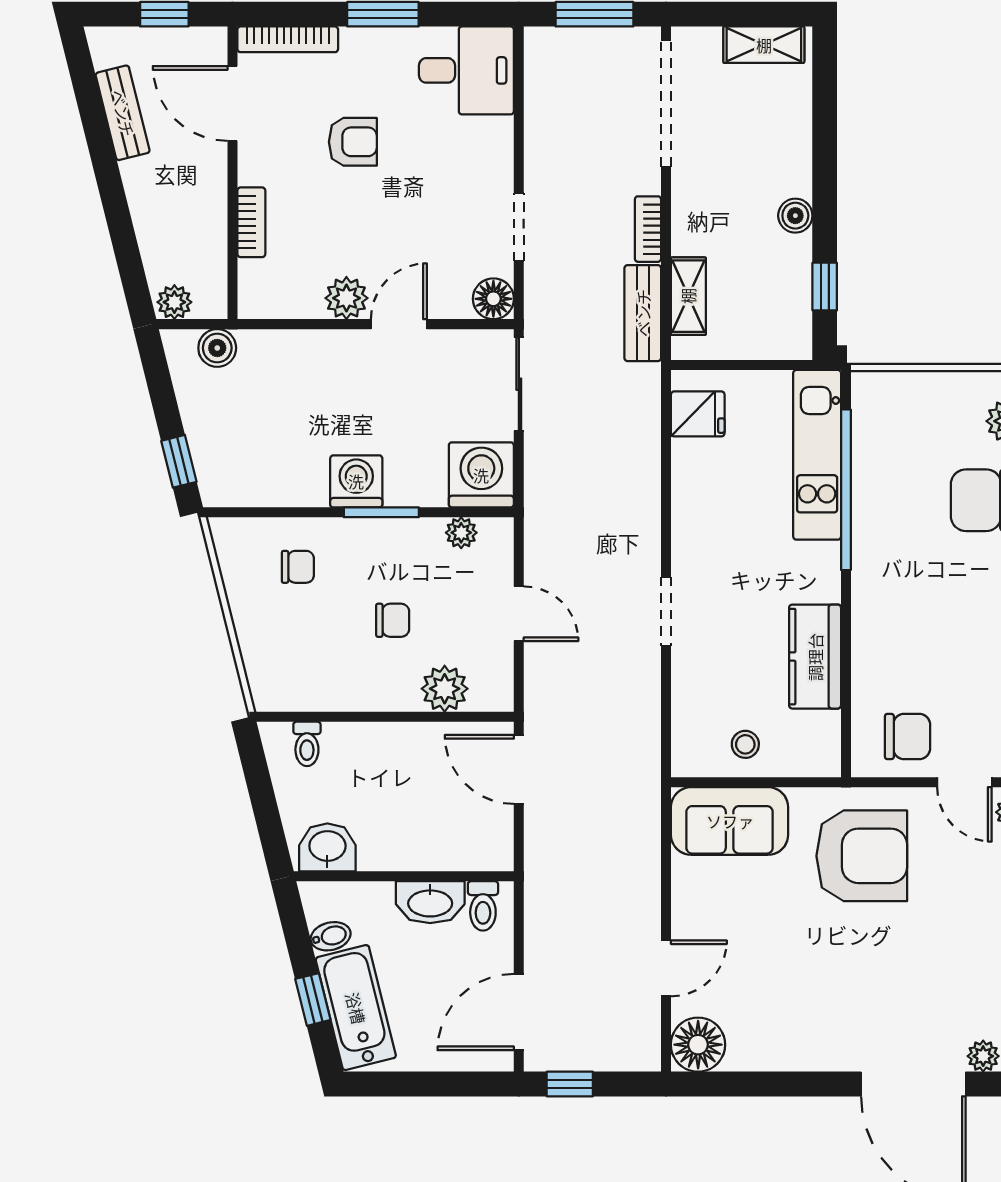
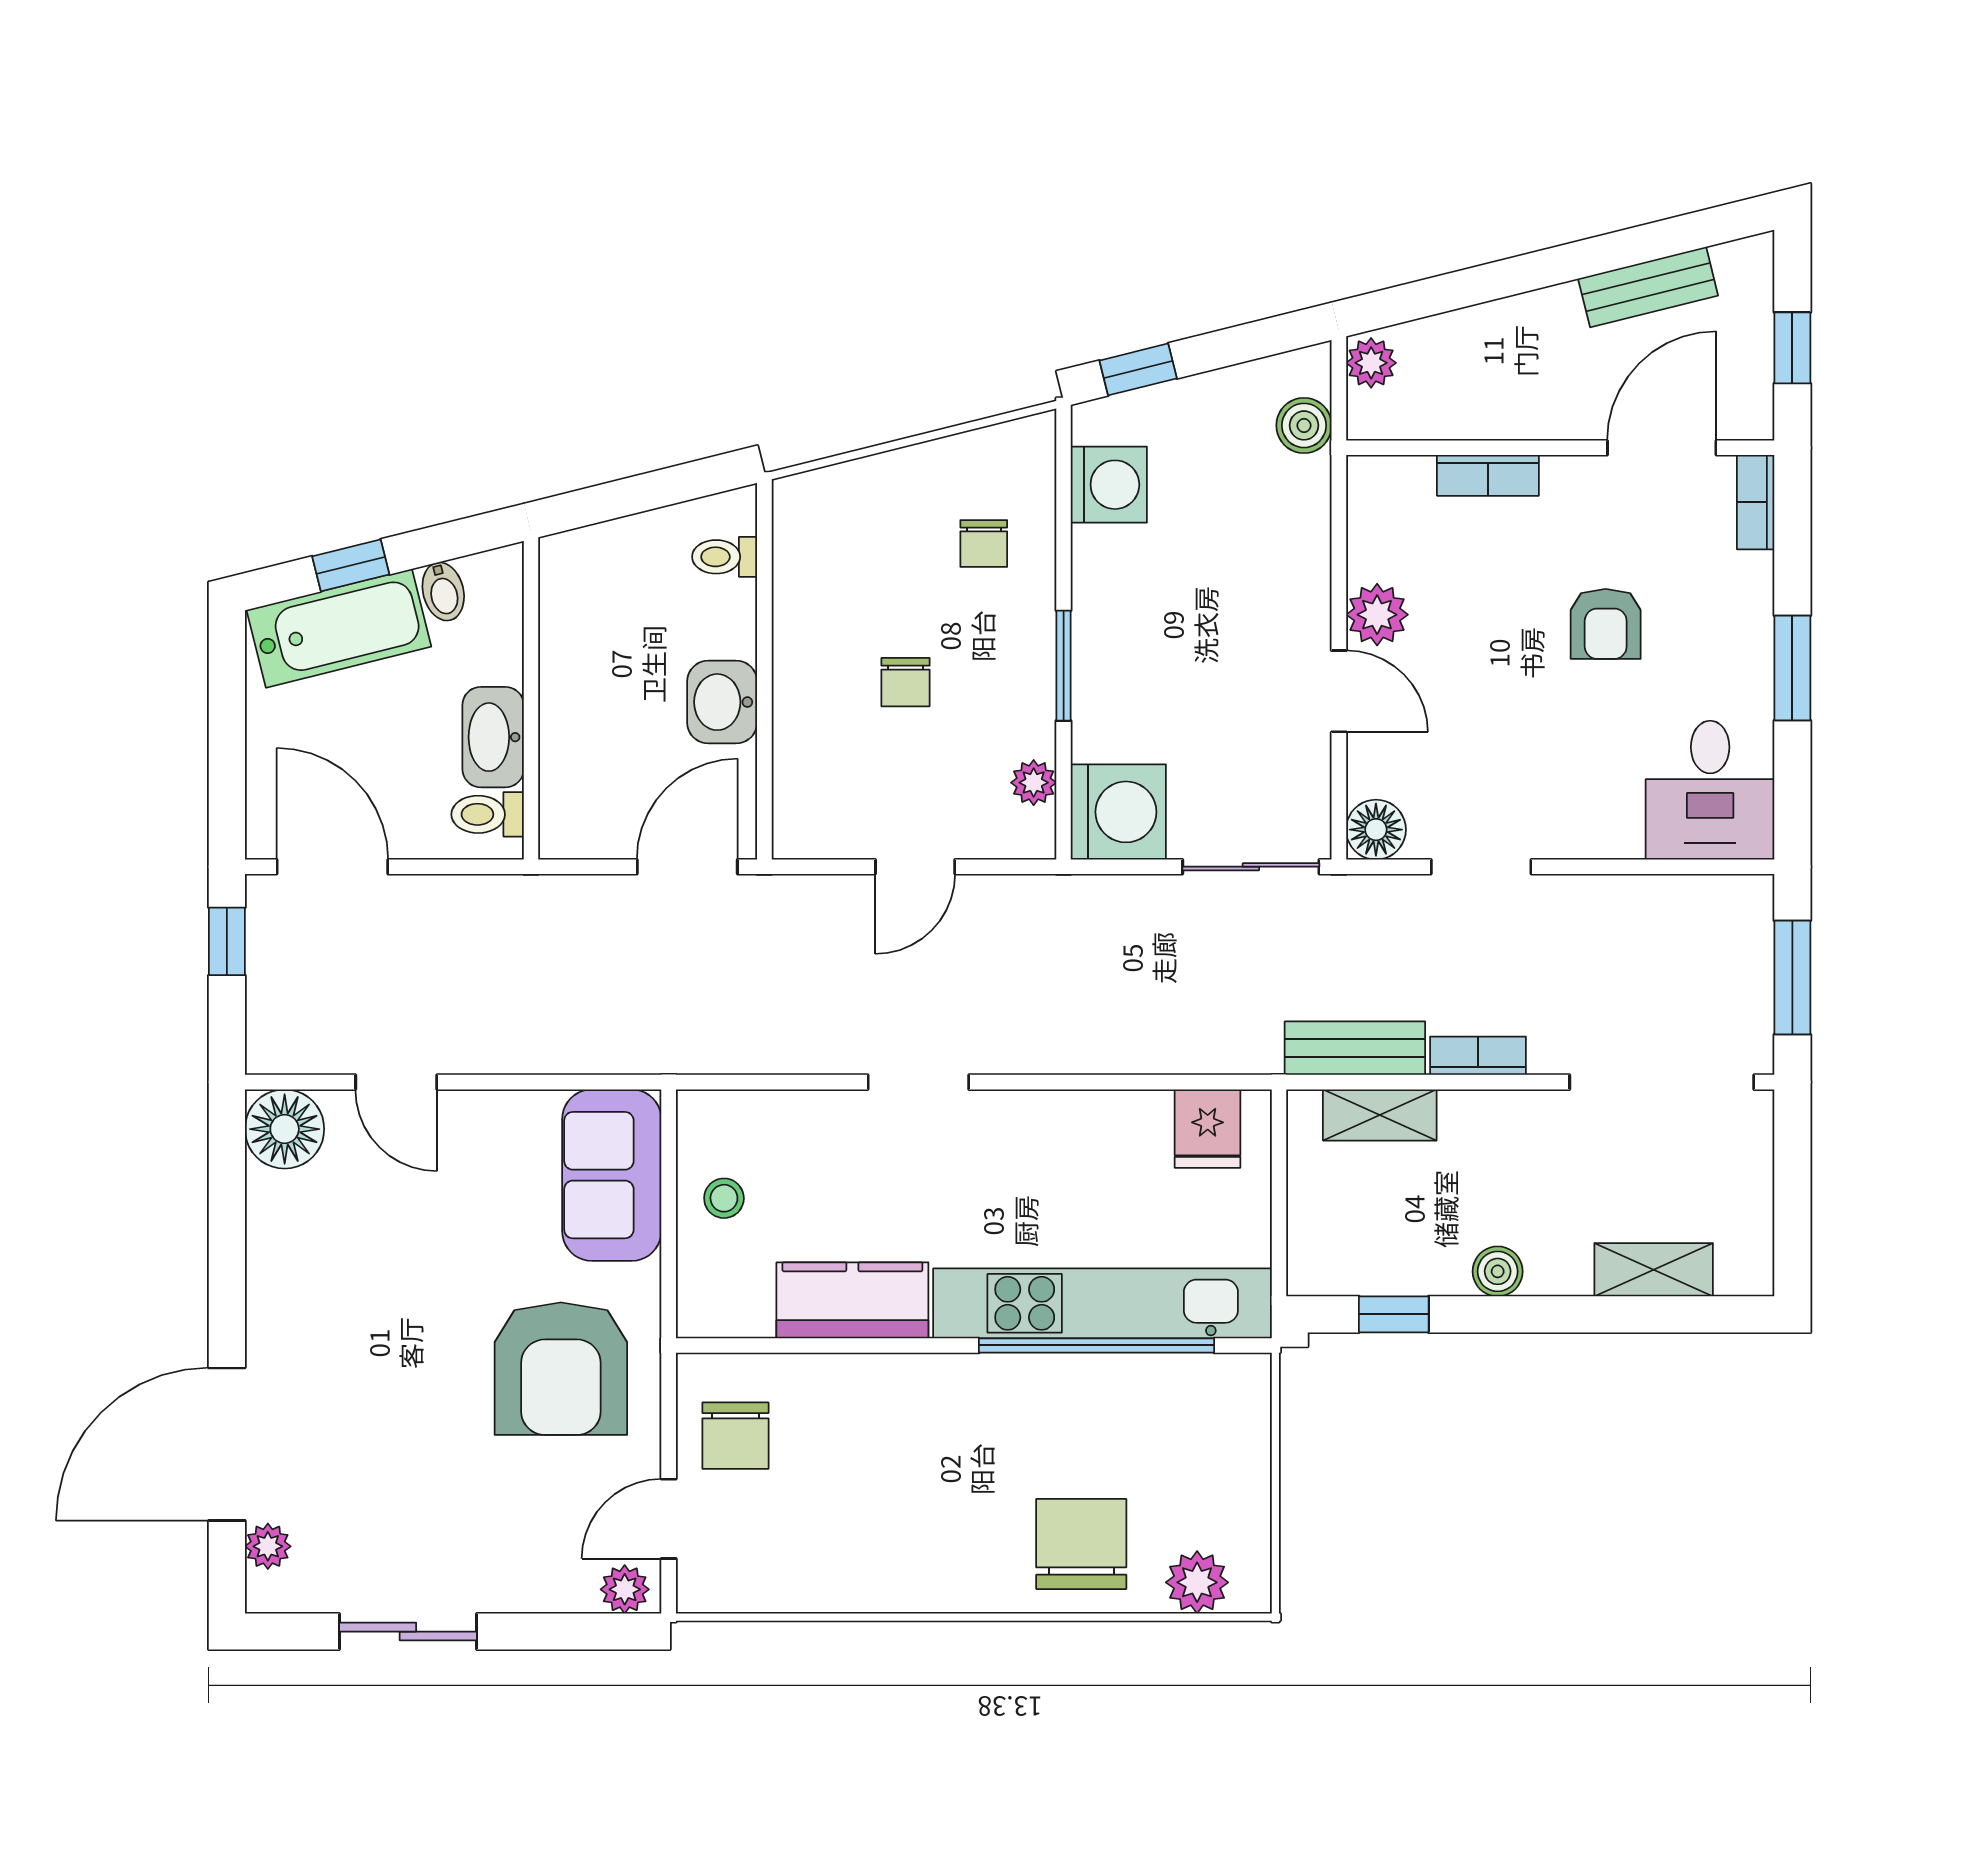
bookcase: (288, 39) -> (1756, 502), width x0.64
shelving: (764, 45) -> (1654, 1270), moved, turned 90
kitchen unit: (817, 455) -> (1103, 1303), width x1.36
washing machine: (356, 481) -> (1109, 485), moved
plant: (445, 689) -> (805, 758), removed
washbasin: (327, 847) -> (722, 702), moved, turned 180

